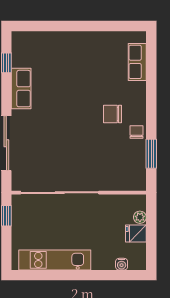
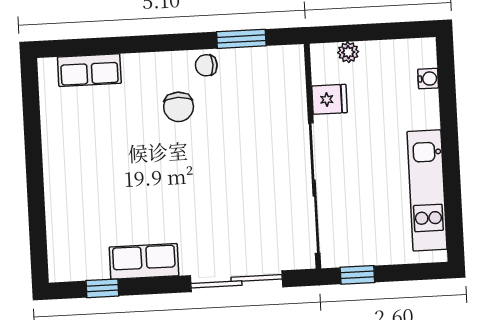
fridge: (136, 233) -> (329, 99), moved, turned -90

